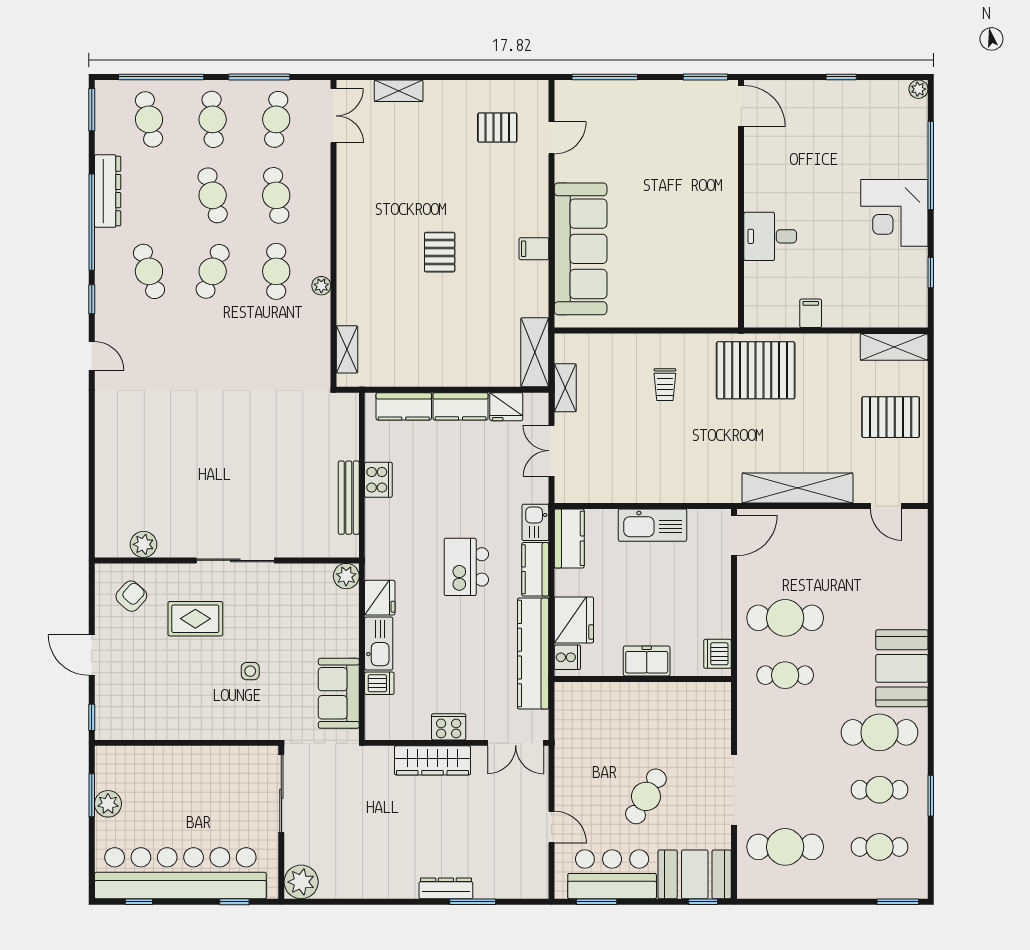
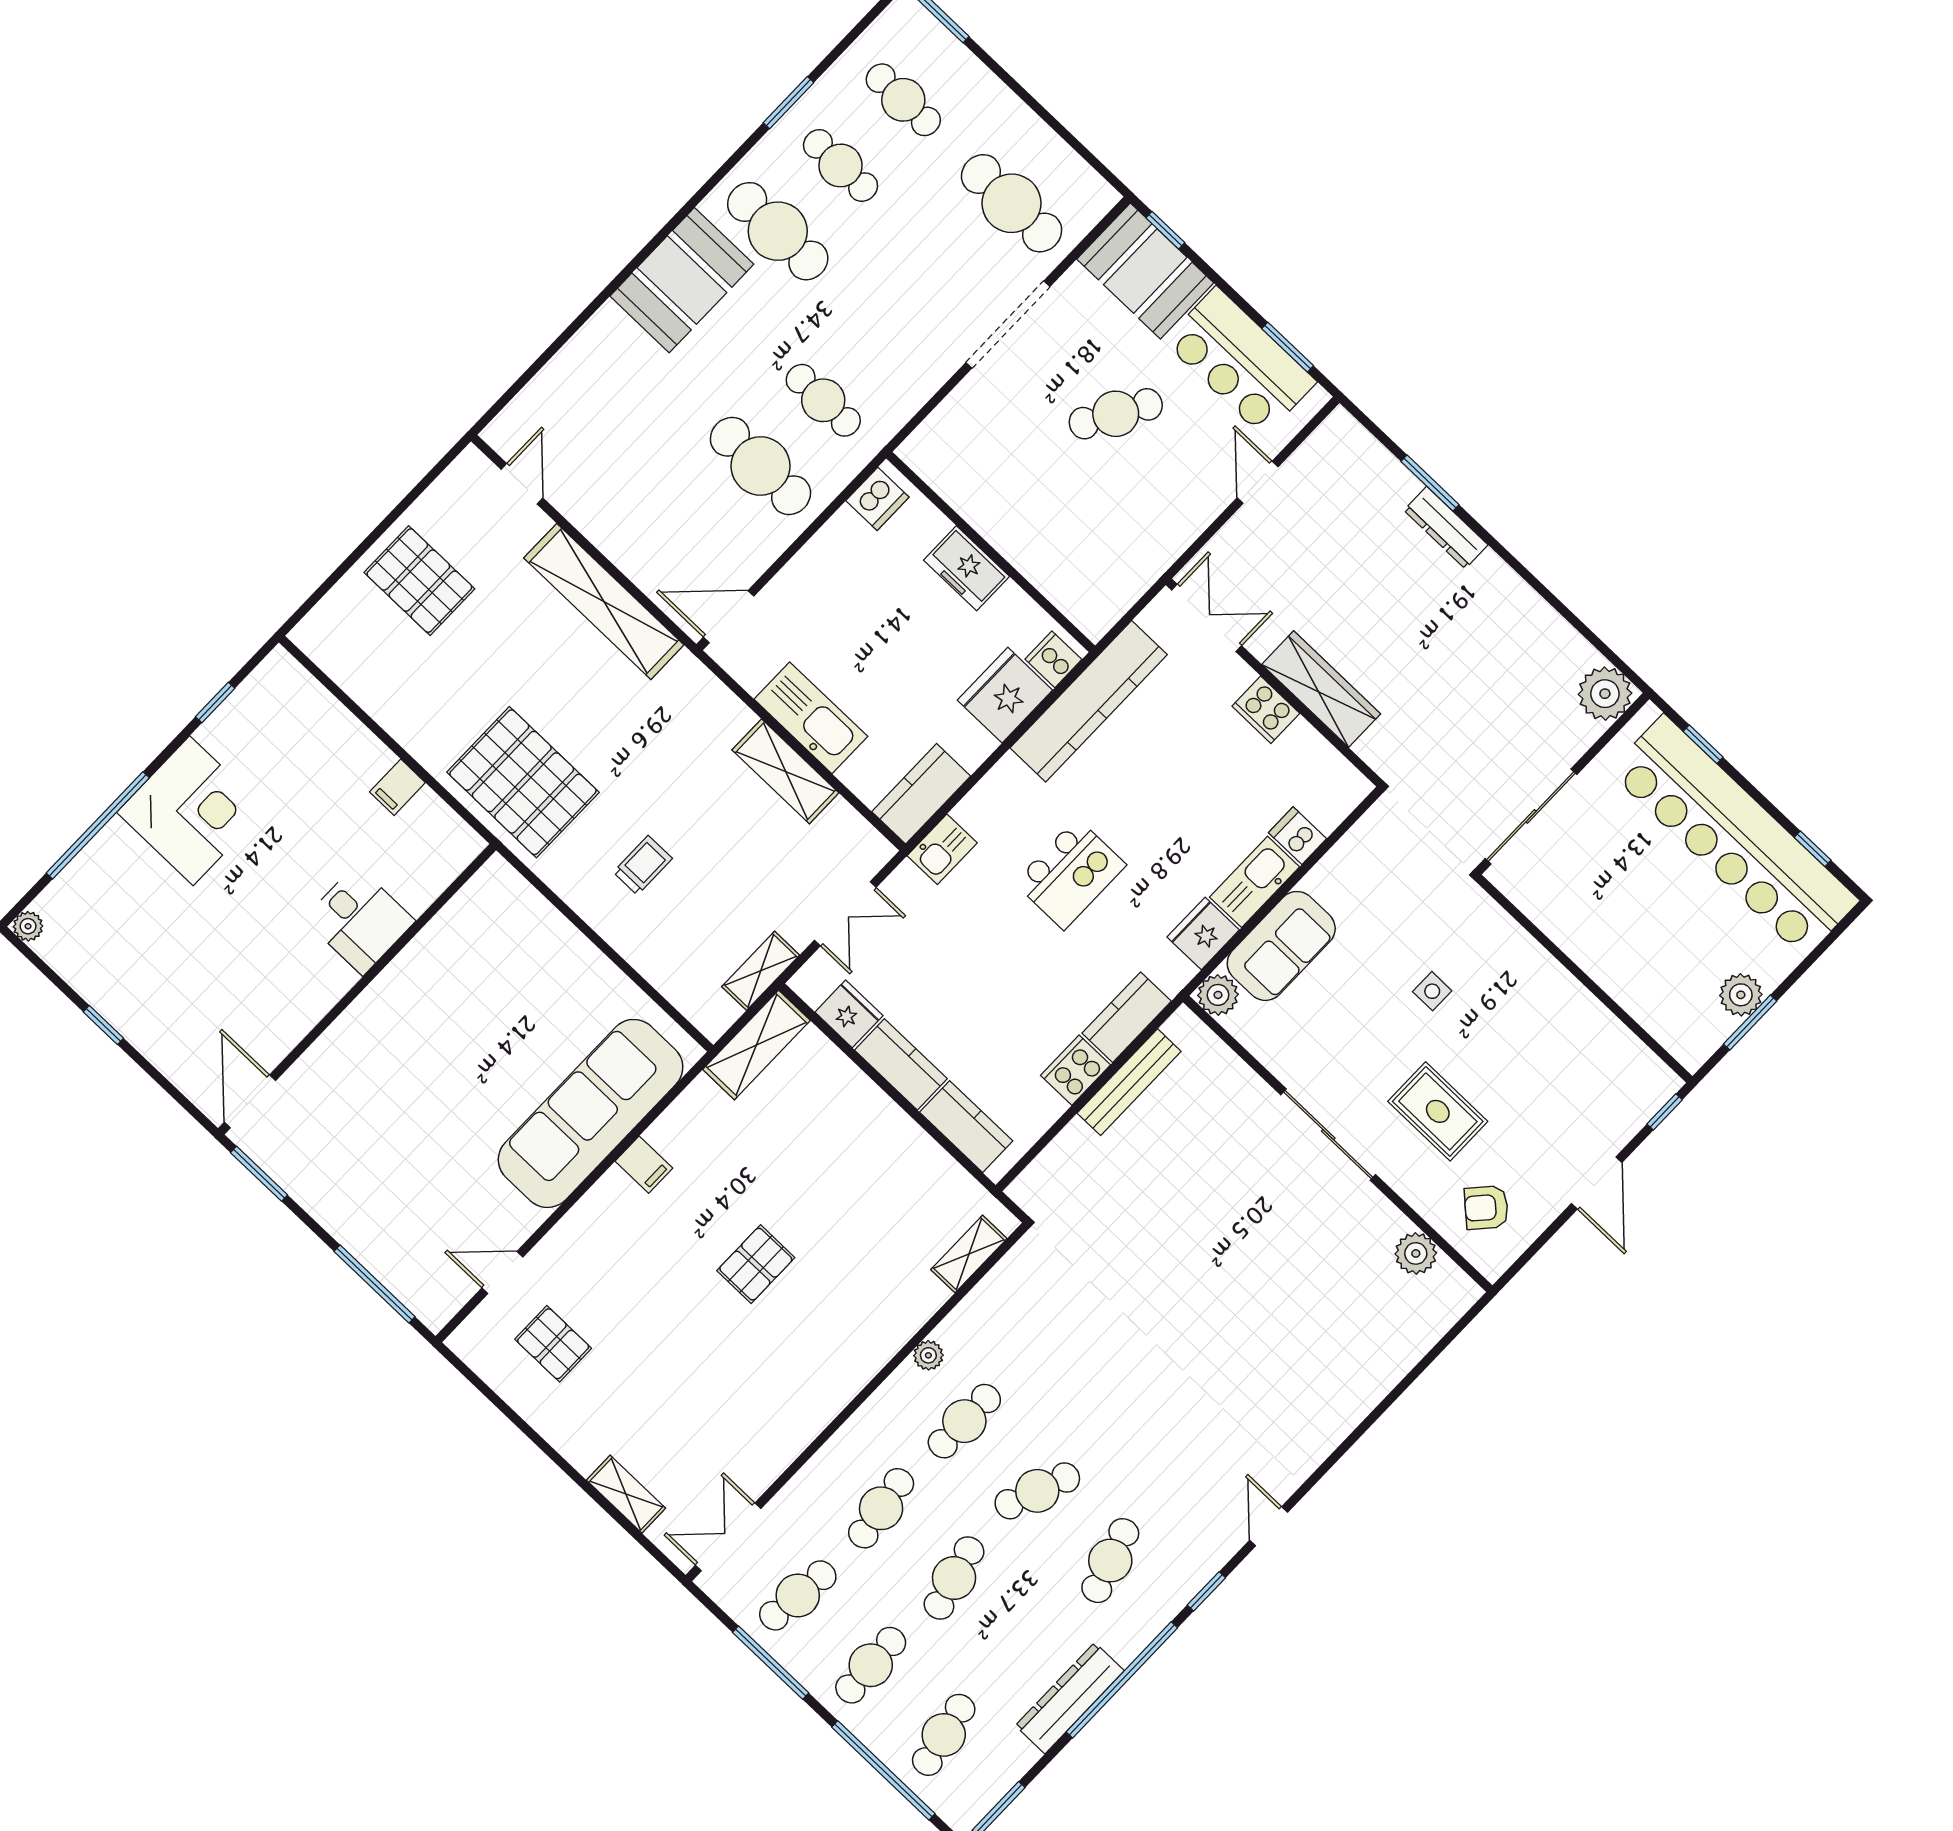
shelving: (894, 347) -> (785, 771), moved
kitchen counter: (535, 569) -> (1127, 1017), moved, turned 180
sofa: (339, 693) -> (1281, 946), moved

